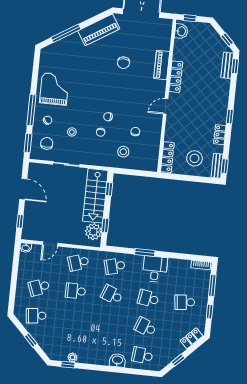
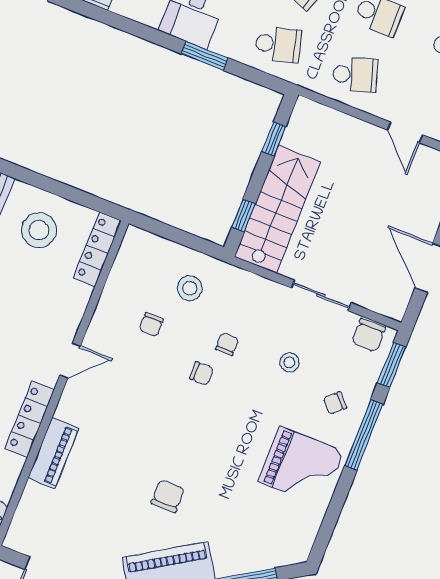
chair: (123, 63) -> (168, 496), moved
grand piano: (54, 89) -> (301, 467), turned -90
chair: (47, 143) -> (368, 335), moved
plant: (93, 232) -> (303, 133), removed
door: (50, 244) -> (405, 132), swing flipped

